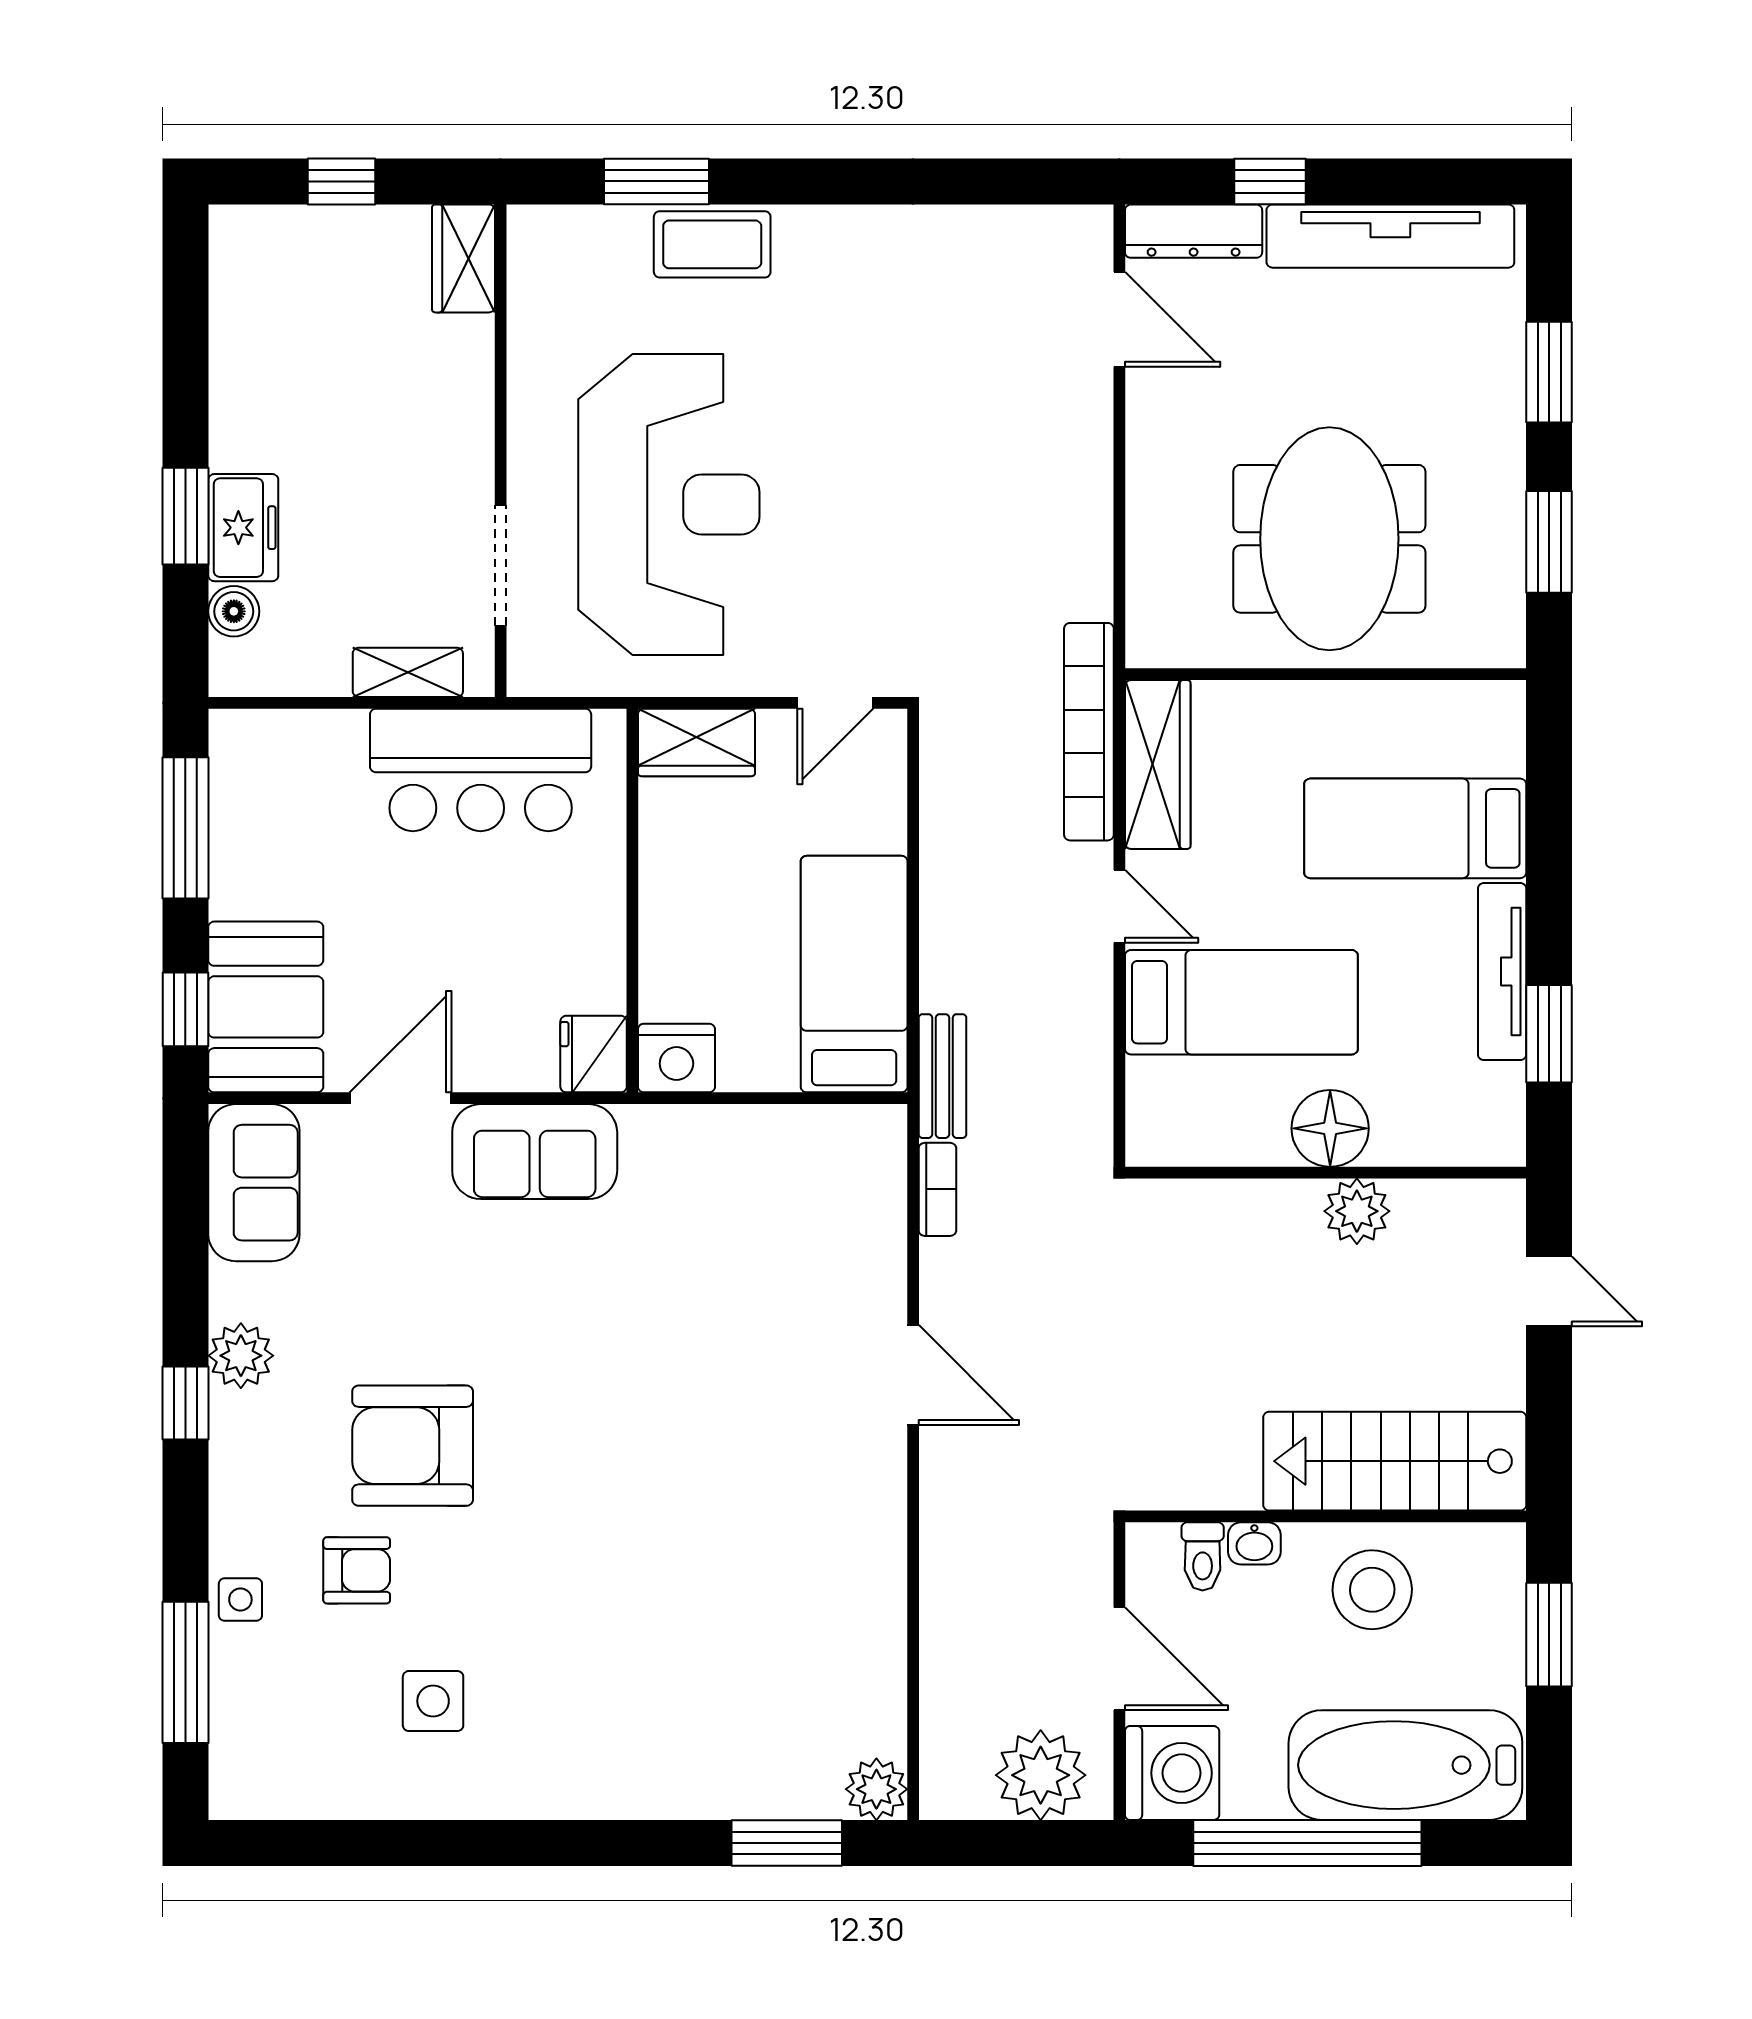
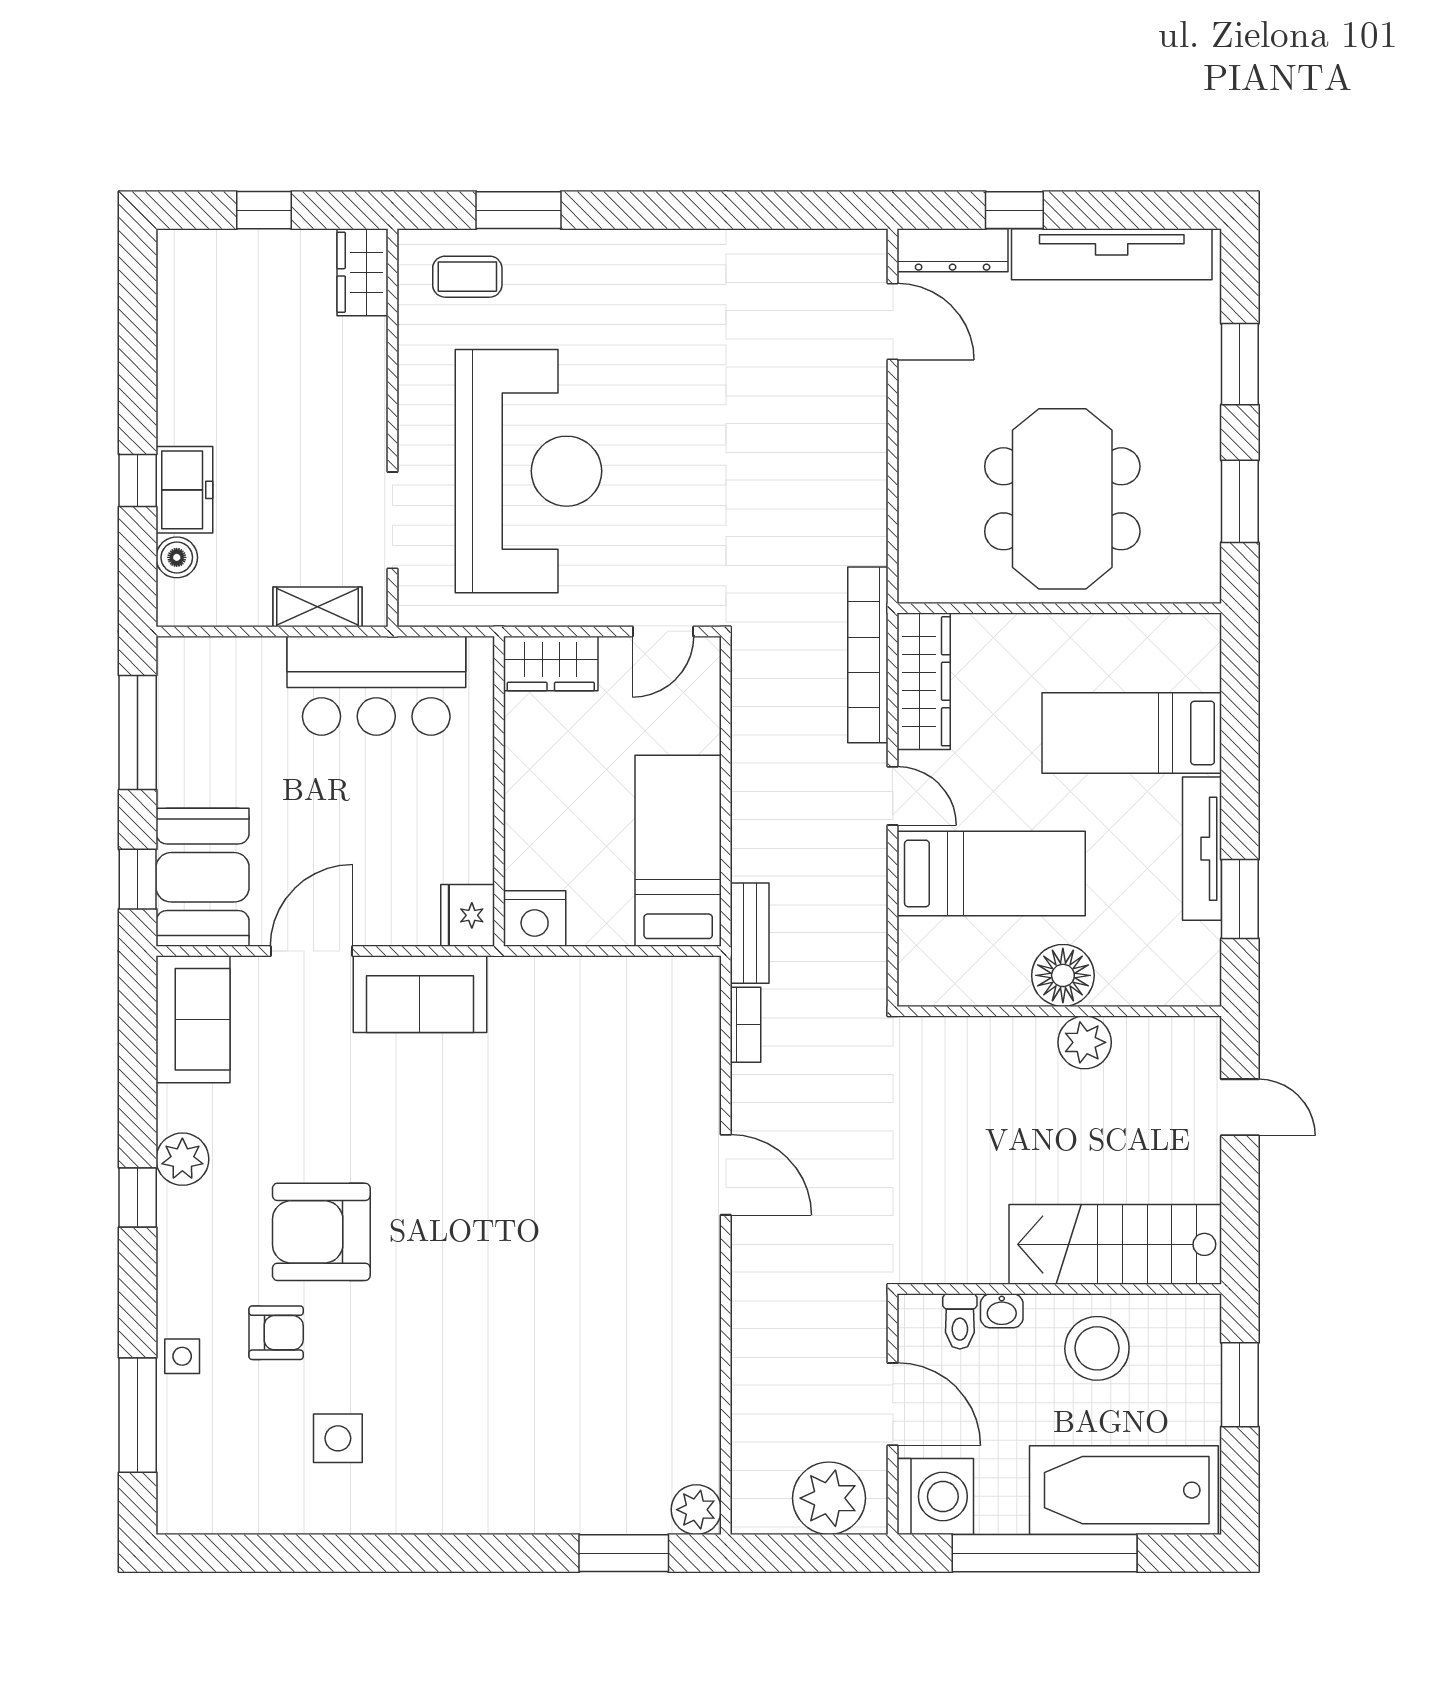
coffee table: (712, 244) -> (467, 277), moved, width x0.73, depth x0.77
window: (185, 516) -> (138, 481), width x0.67

